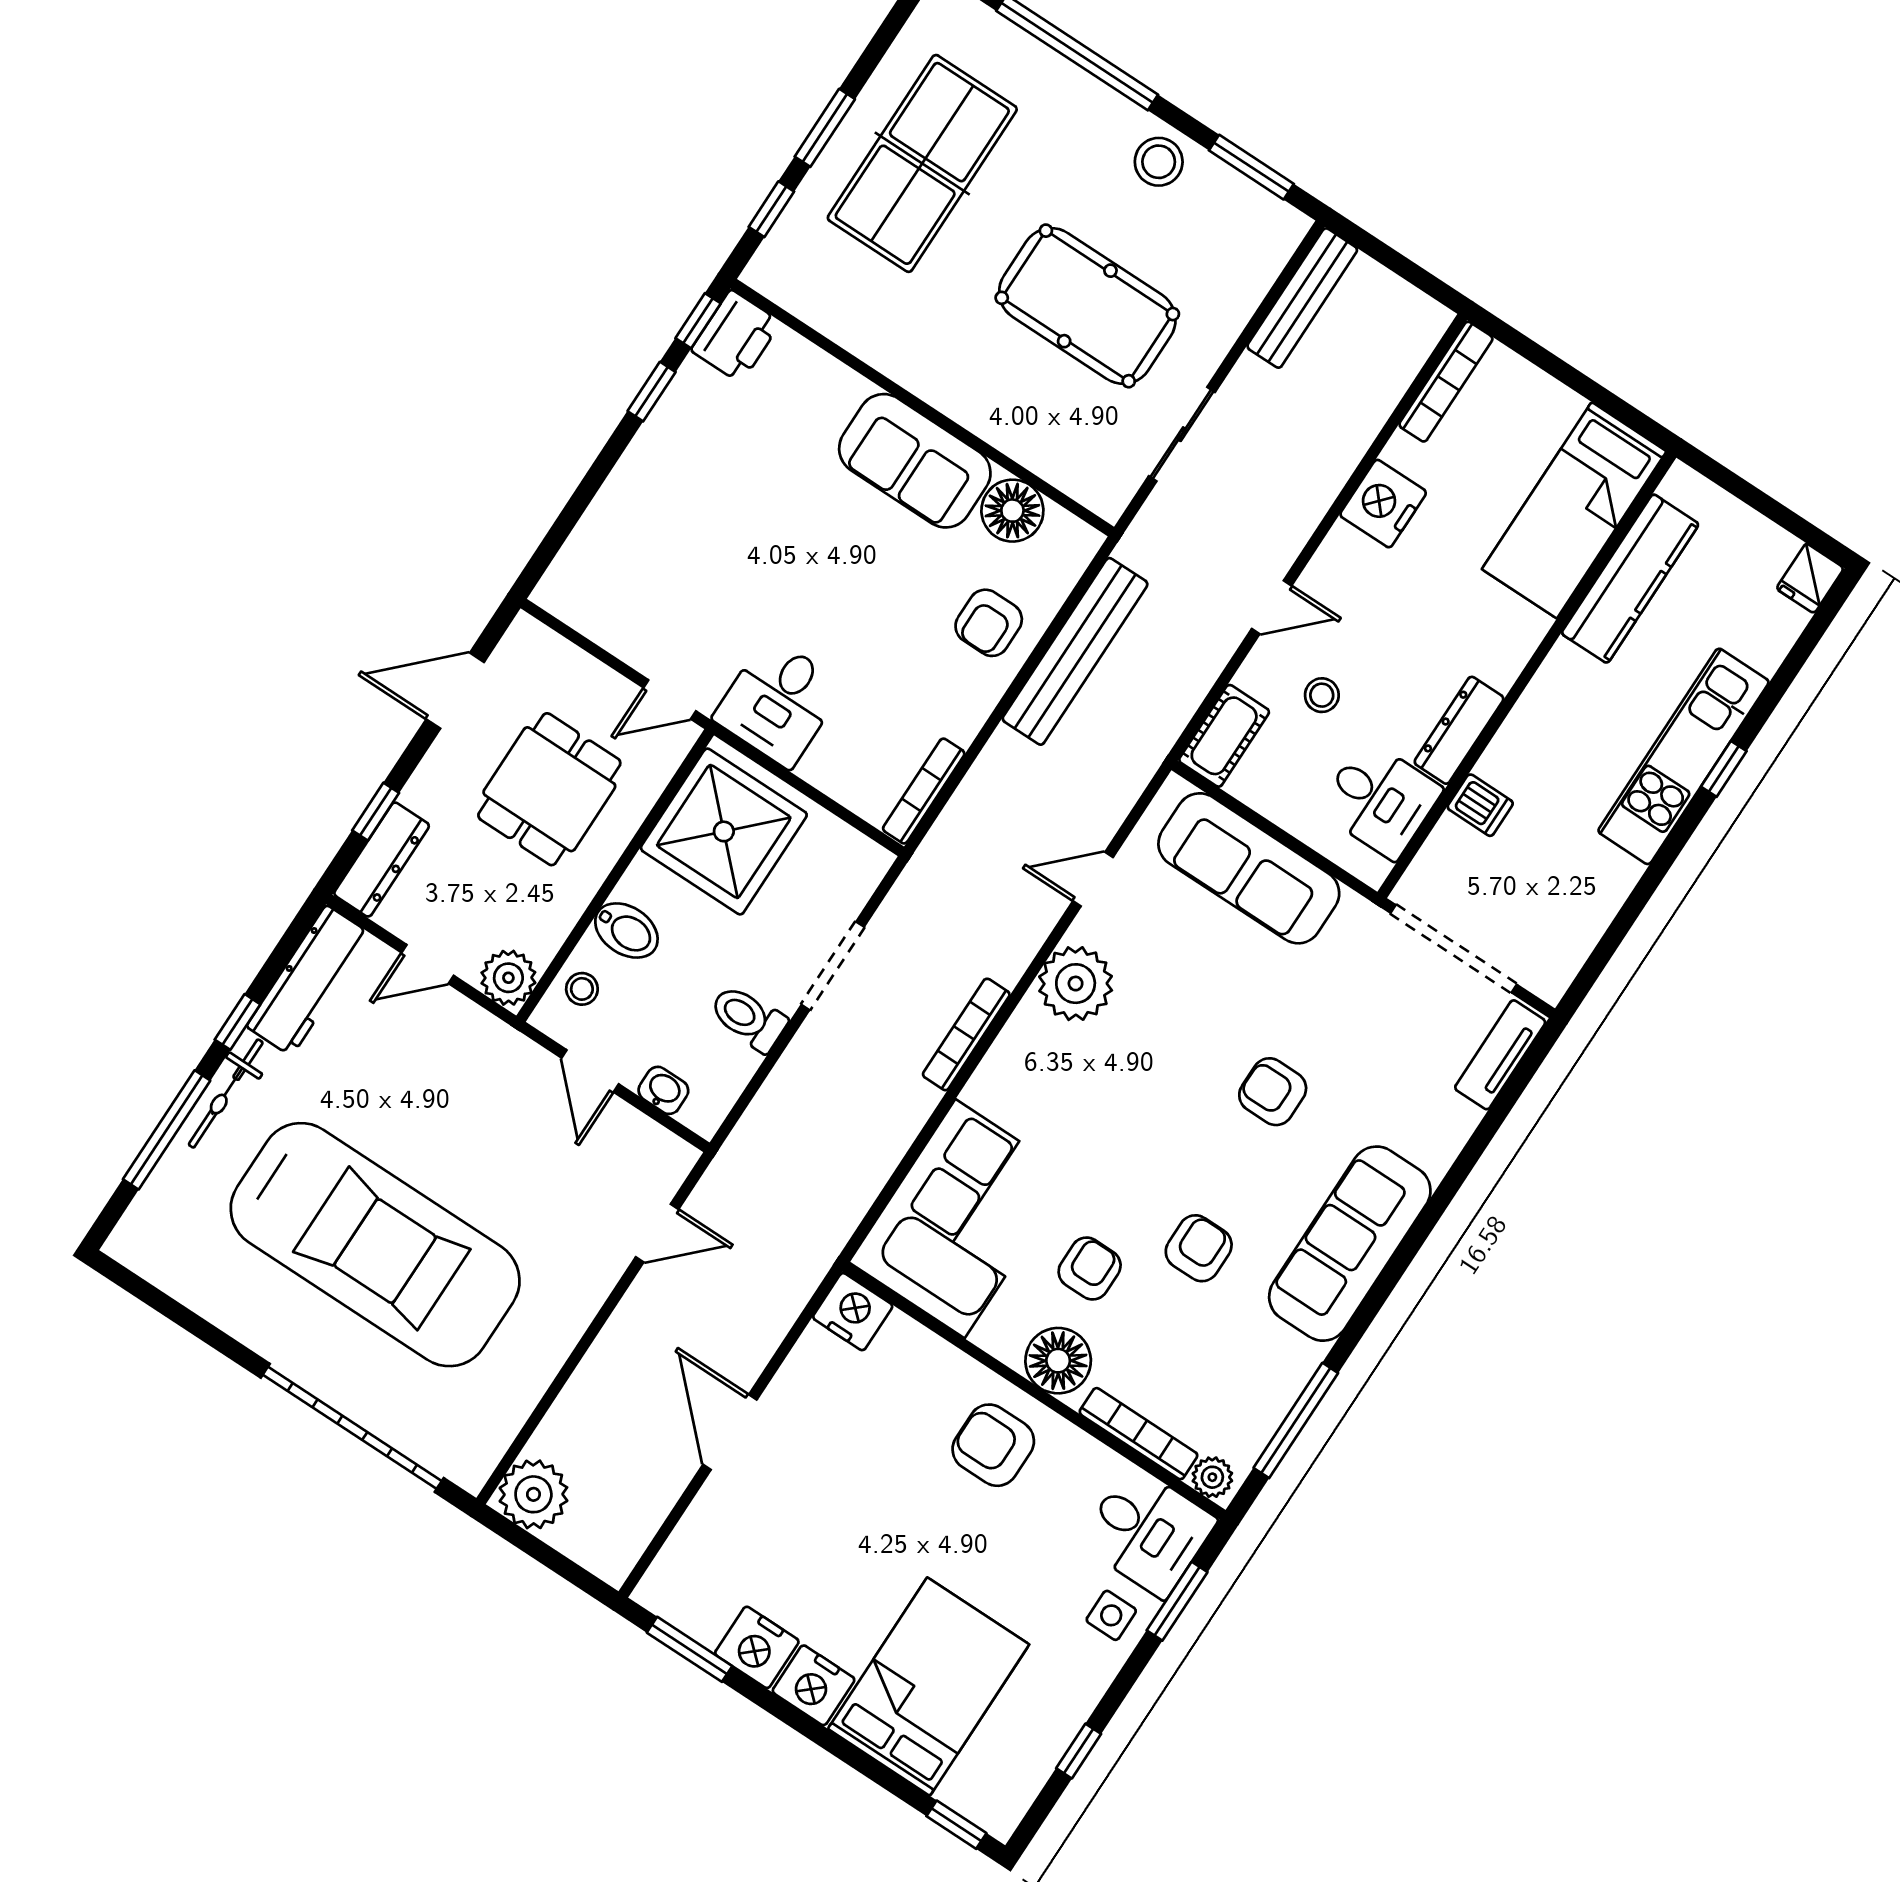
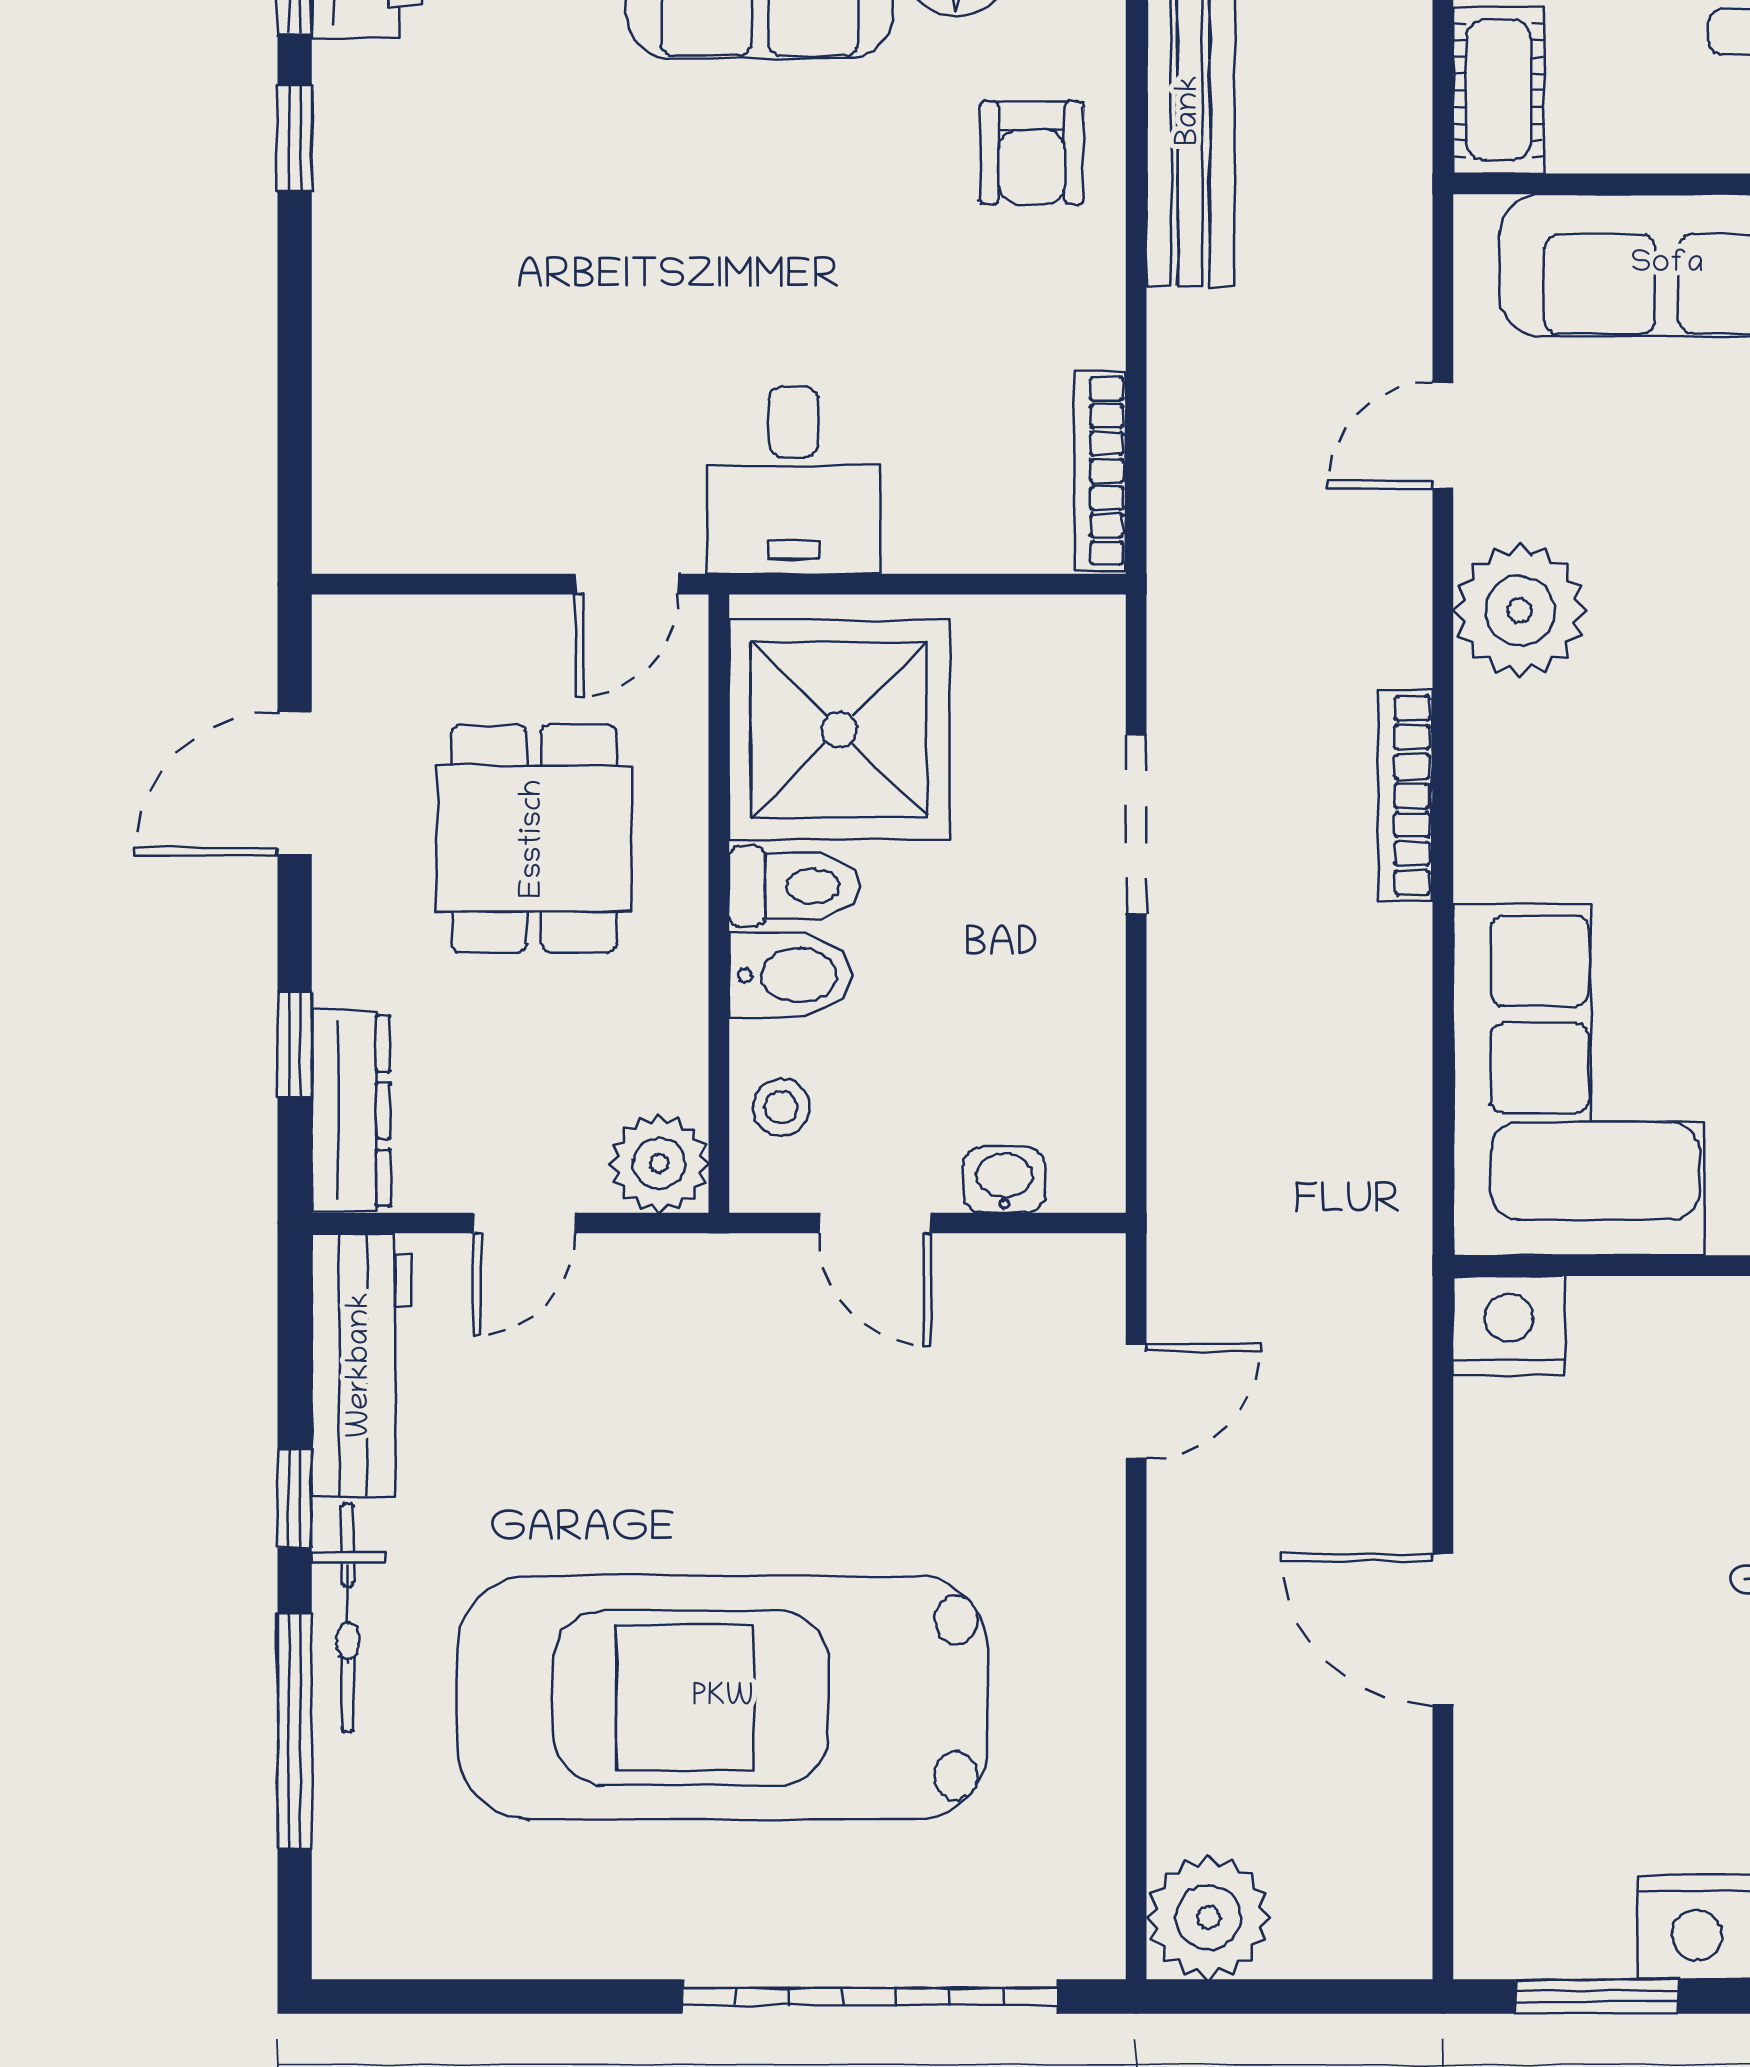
toilet: (748, 1018) -> (795, 886), moved, turned 180
car: (375, 1245) -> (723, 1698), turned 180

